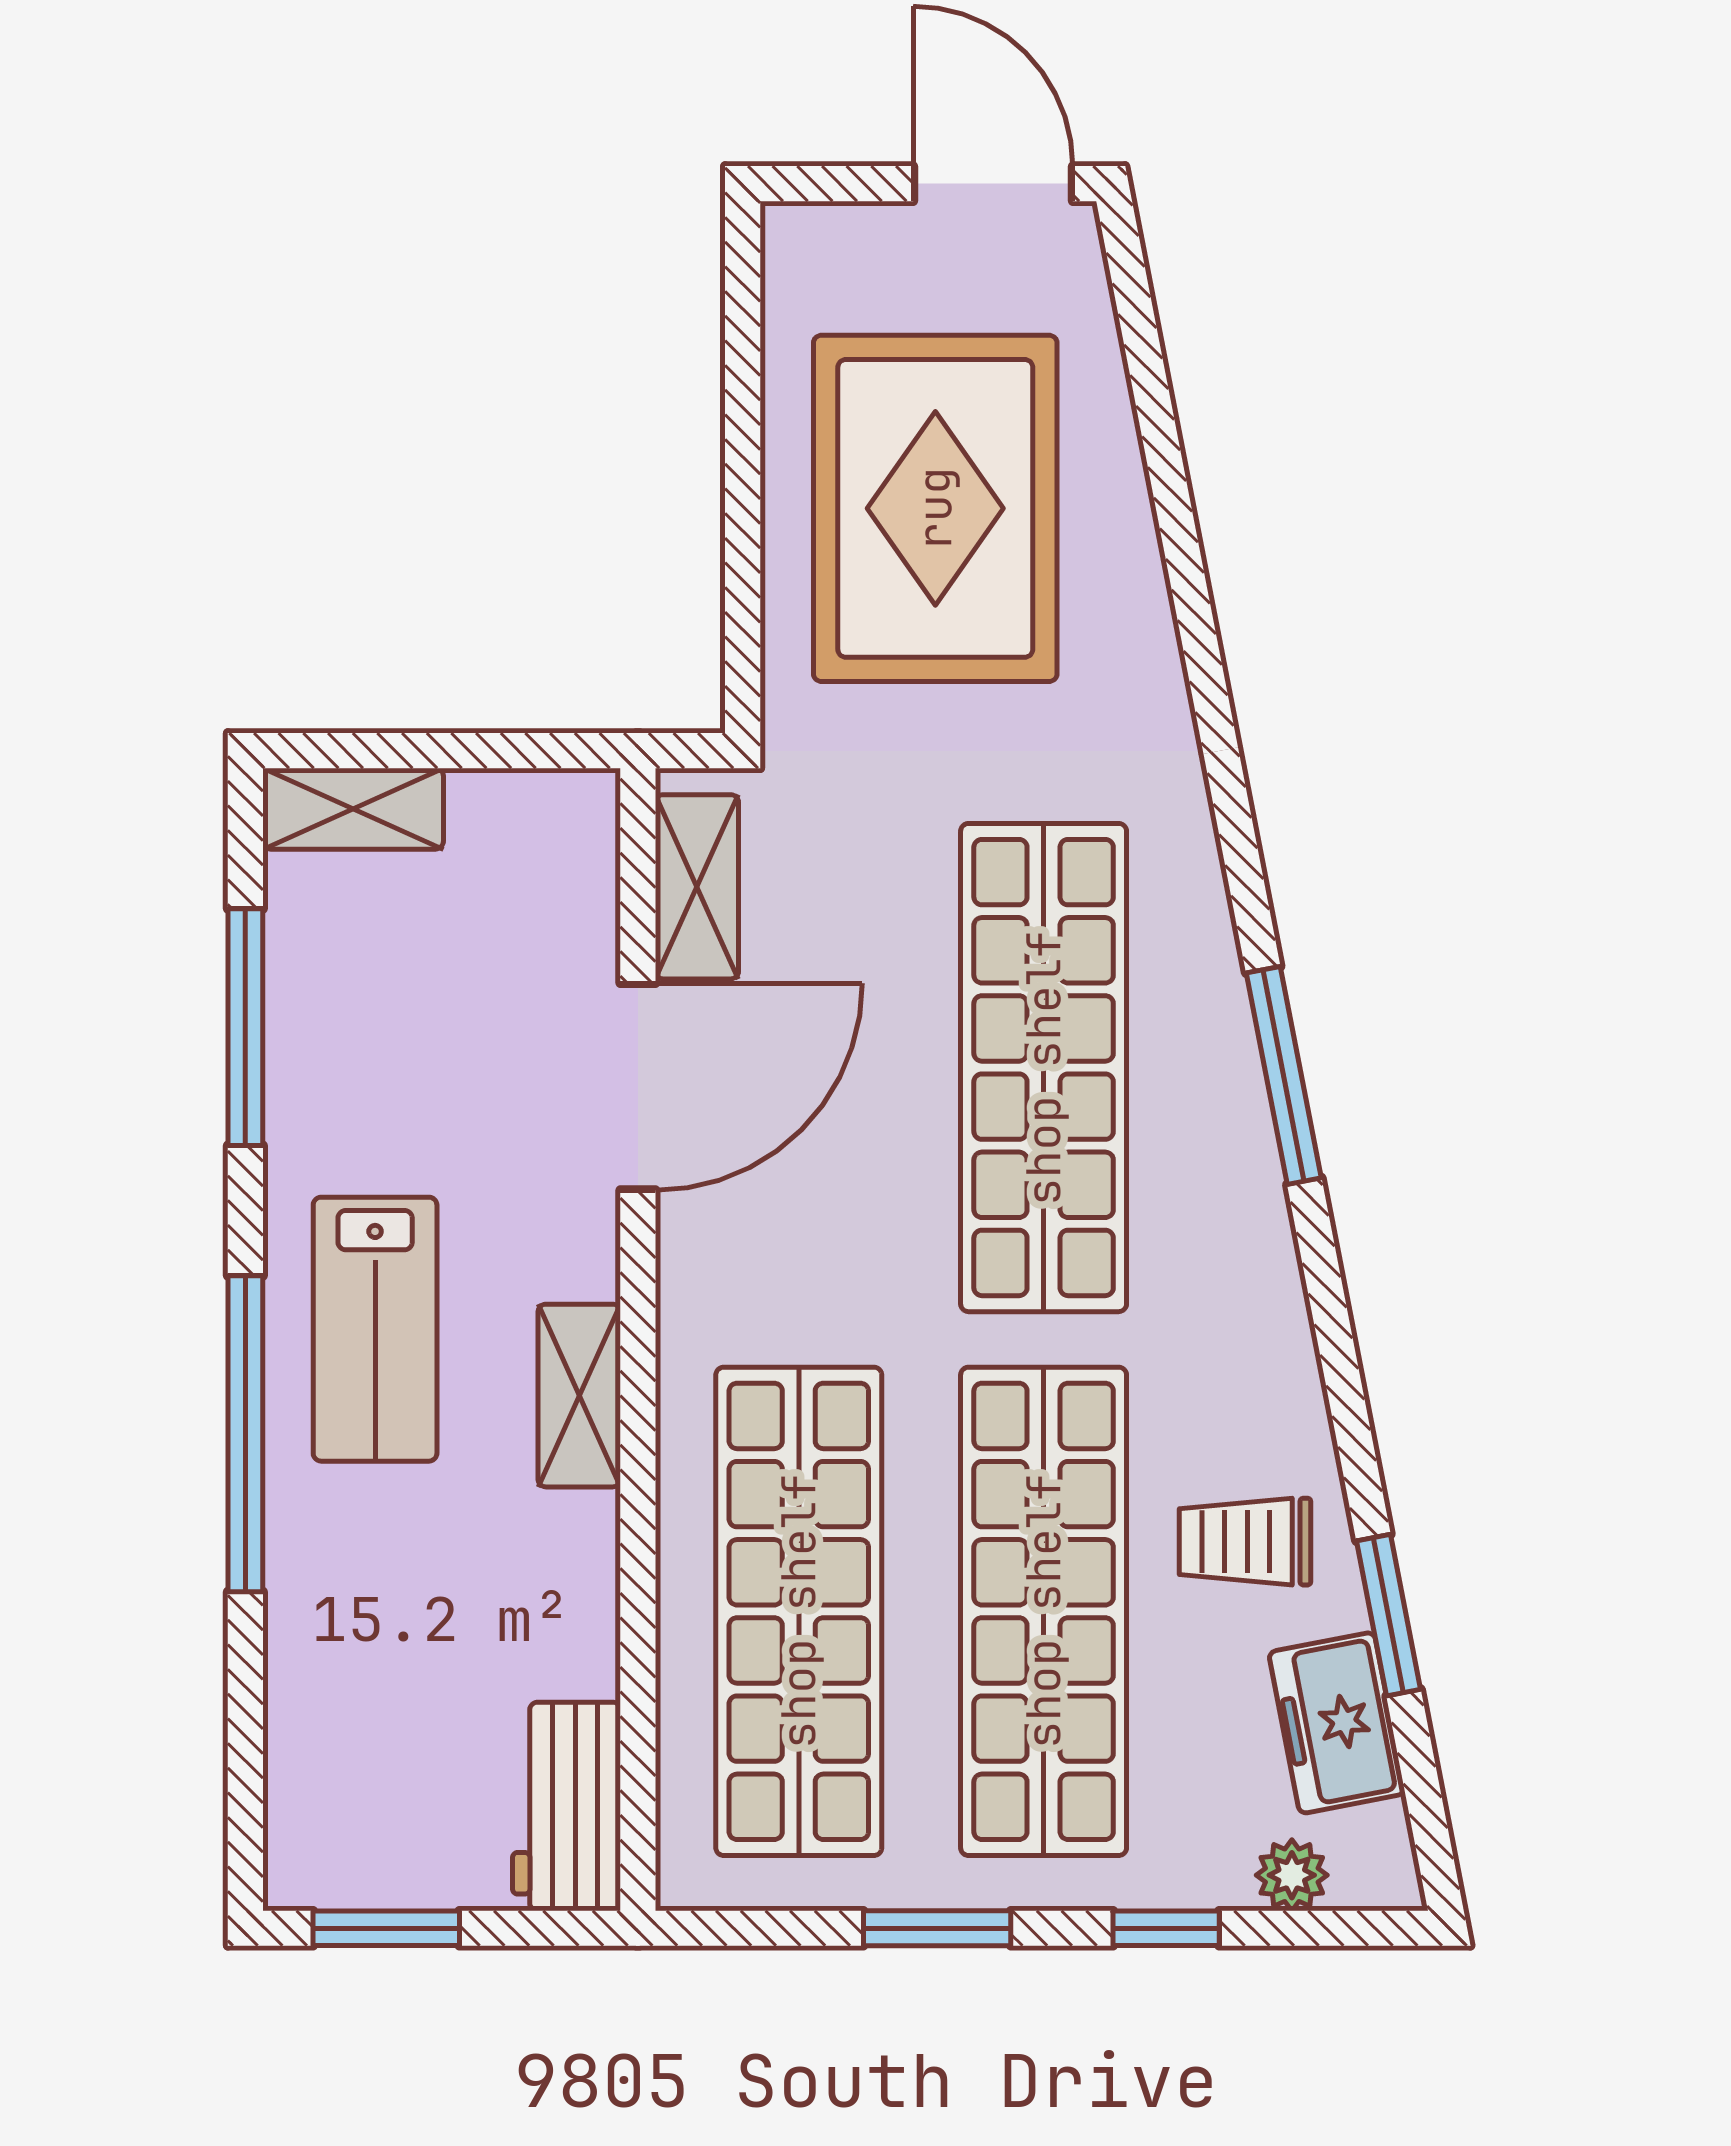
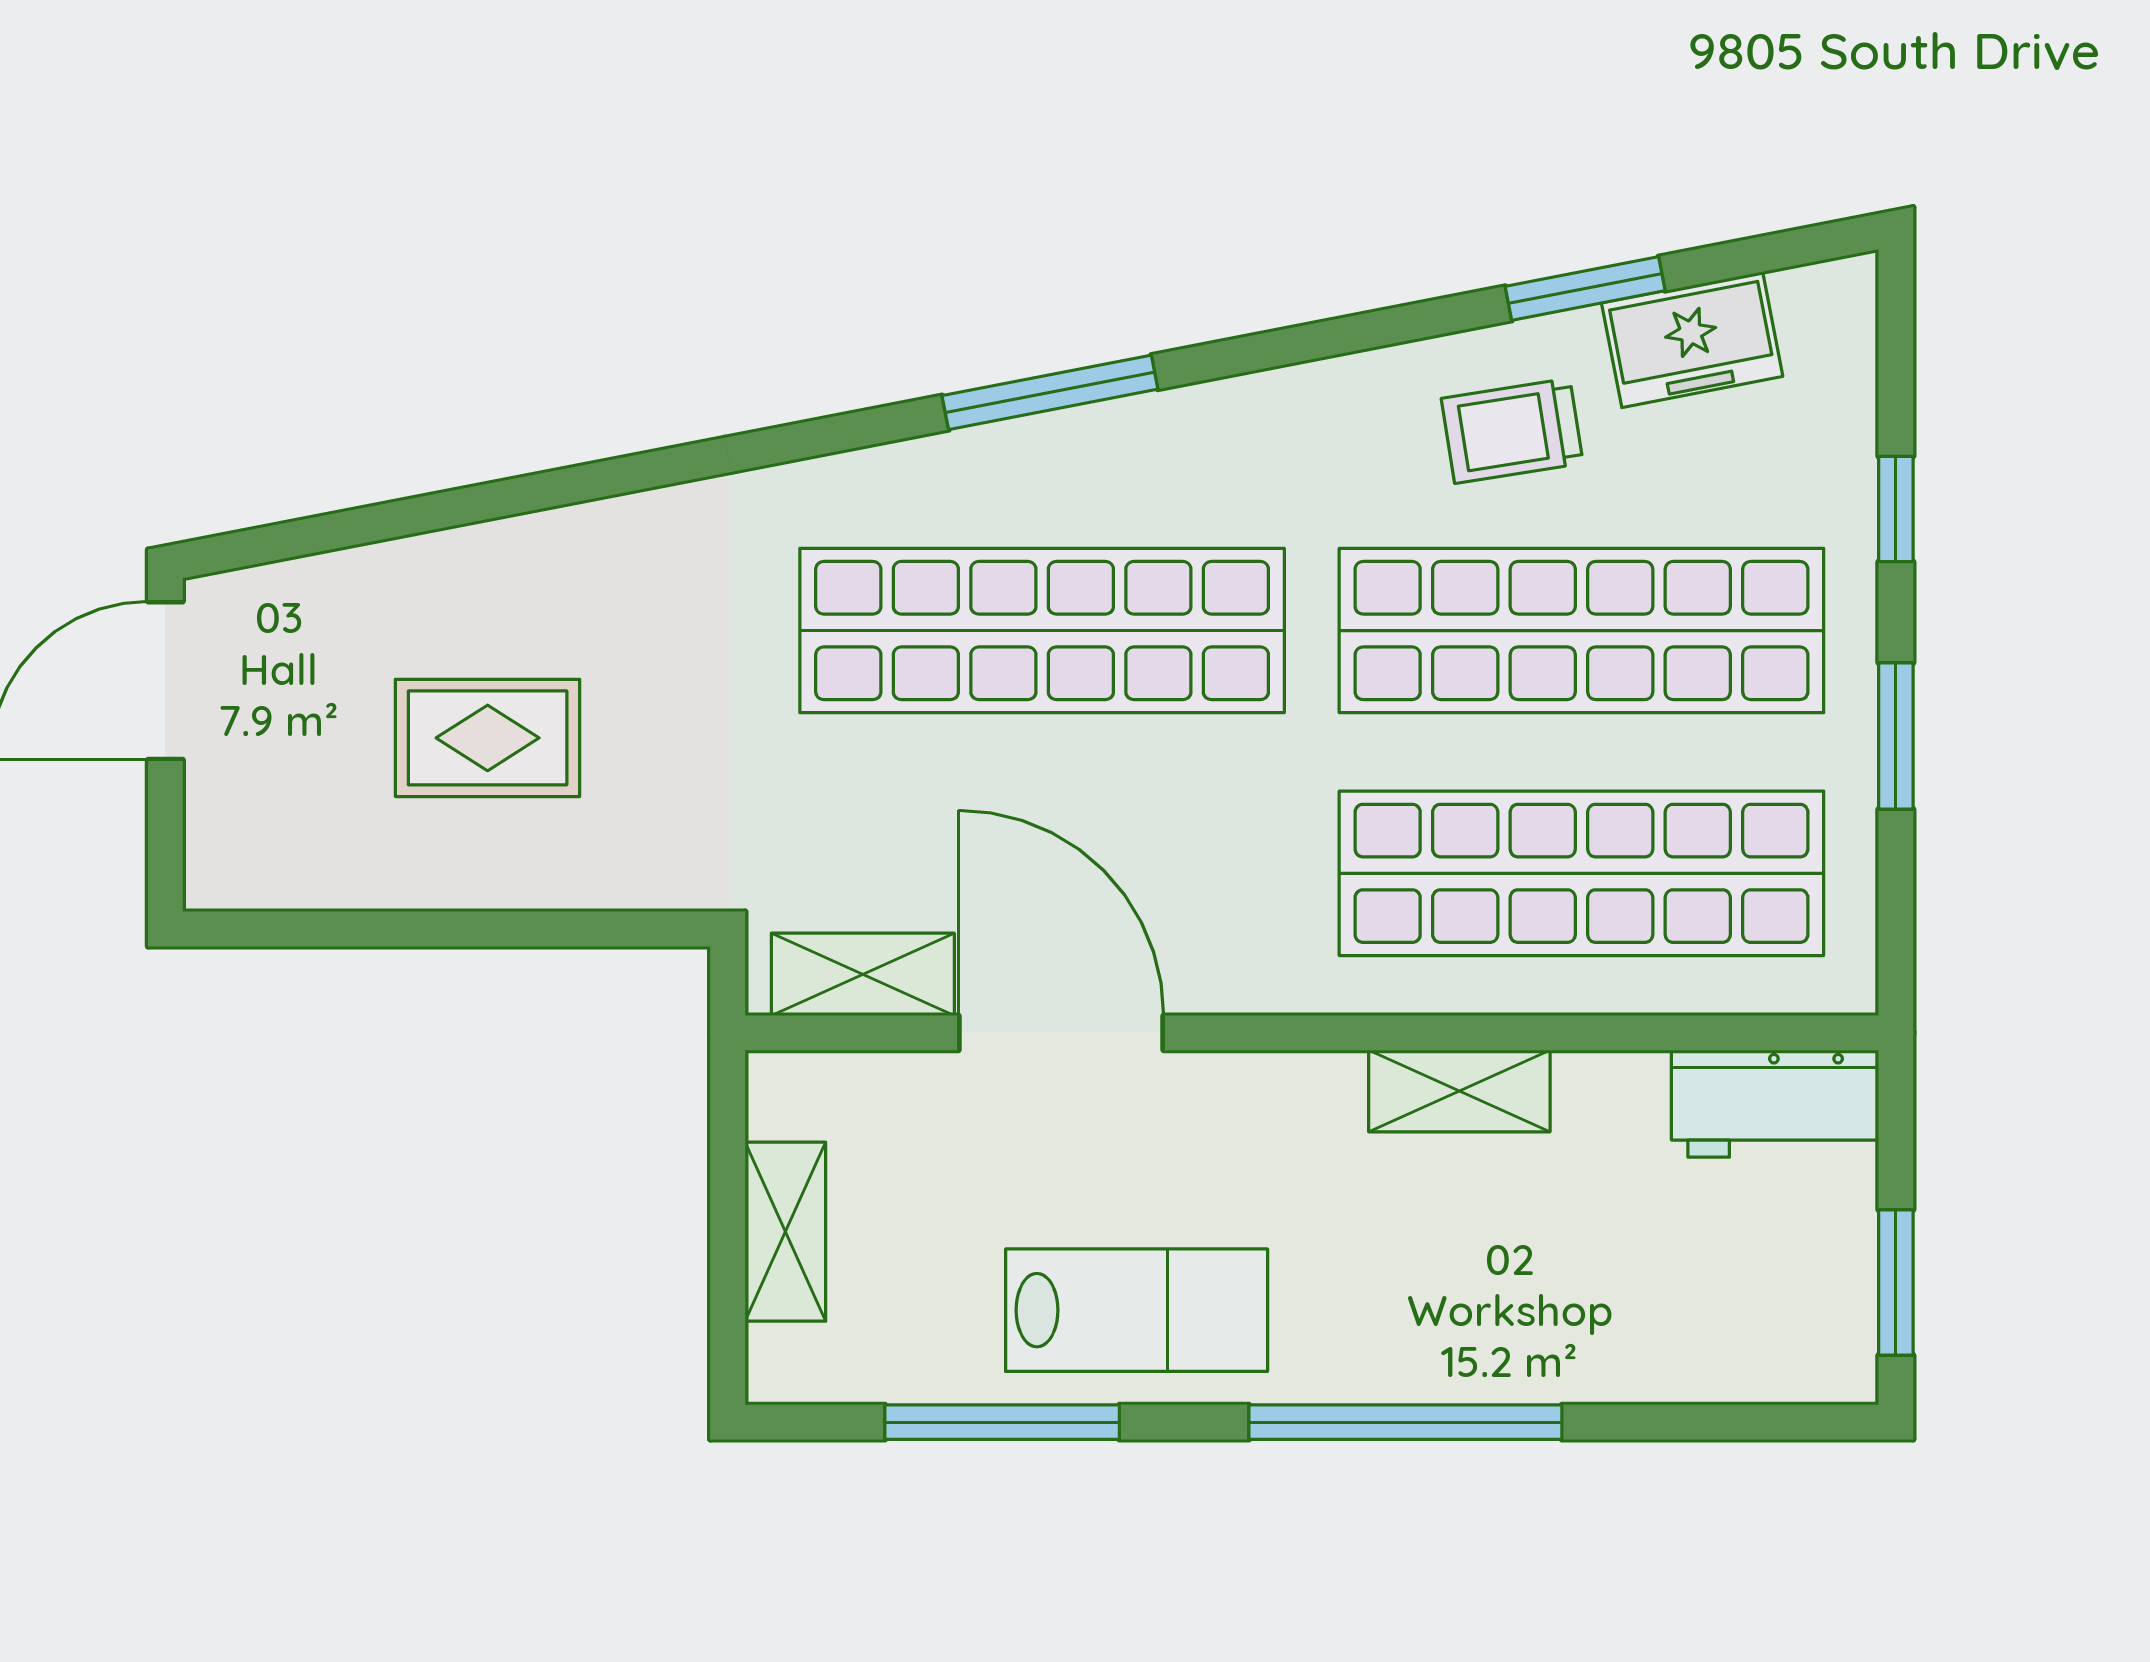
rug: (935, 508) -> (488, 738), width x0.54, depth x0.49
shelving: (353, 809) -> (785, 1232), moved
lab bench: (375, 1329) -> (1137, 1310), moved
shelving: (579, 1396) -> (1459, 1091), moved
trolley: (1245, 1542) -> (1512, 431), turned 81
plant: (1292, 1875) -> (1843, 384), removed

